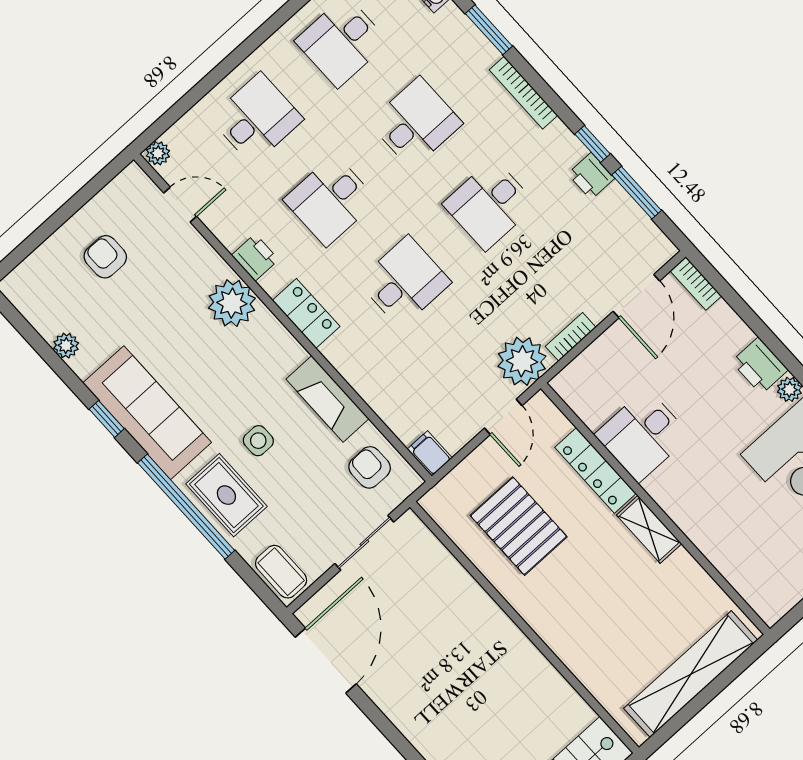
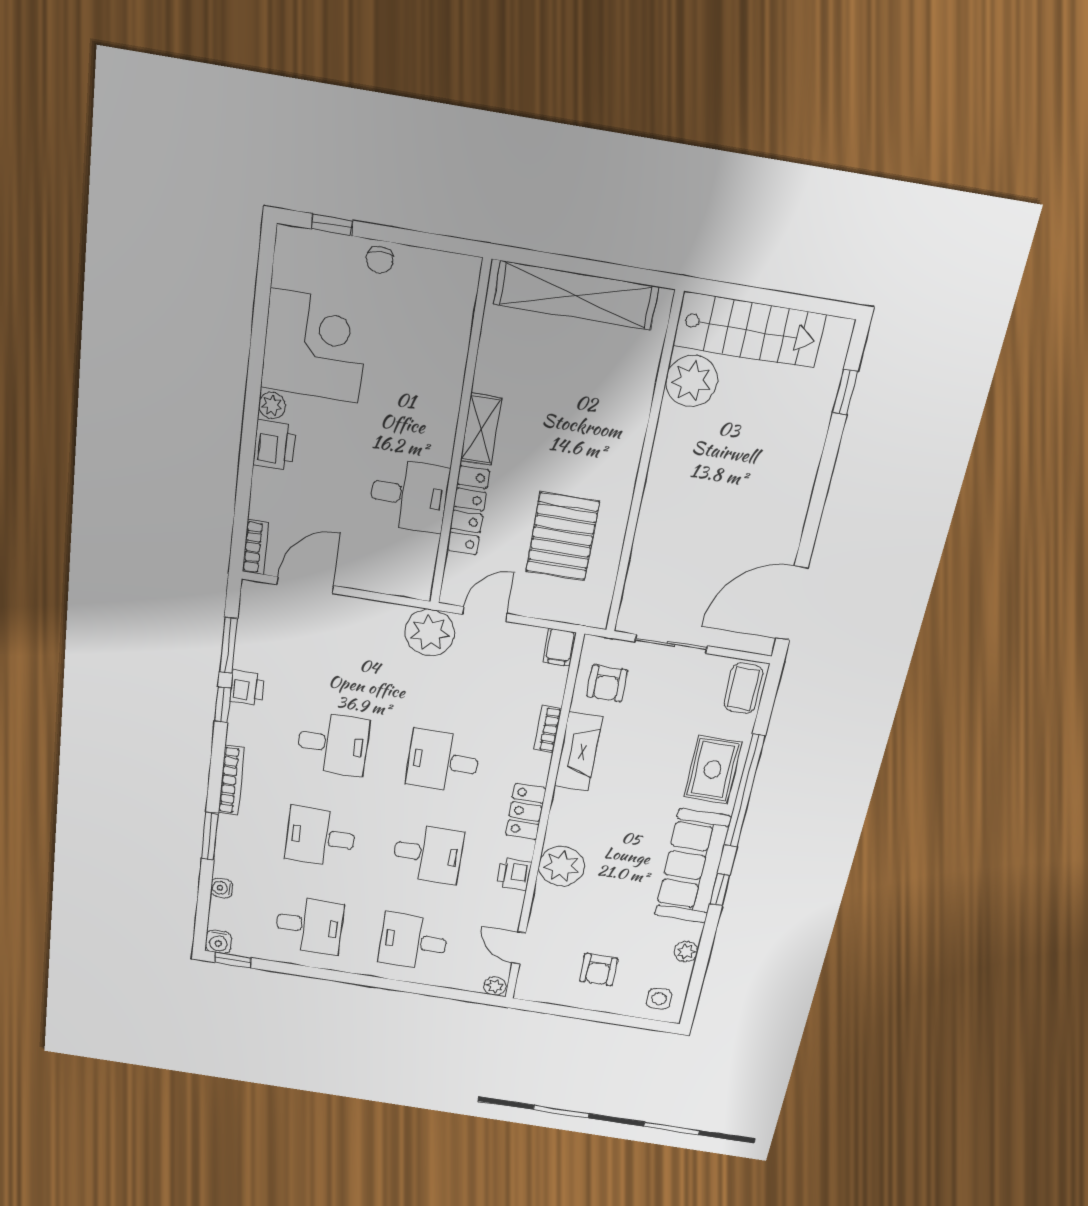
bookcase: (571, 337) -> (548, 729), moved, turned 90
side table: (258, 441) -> (659, 999), moved
plant: (563, 711) -> (692, 381), added

